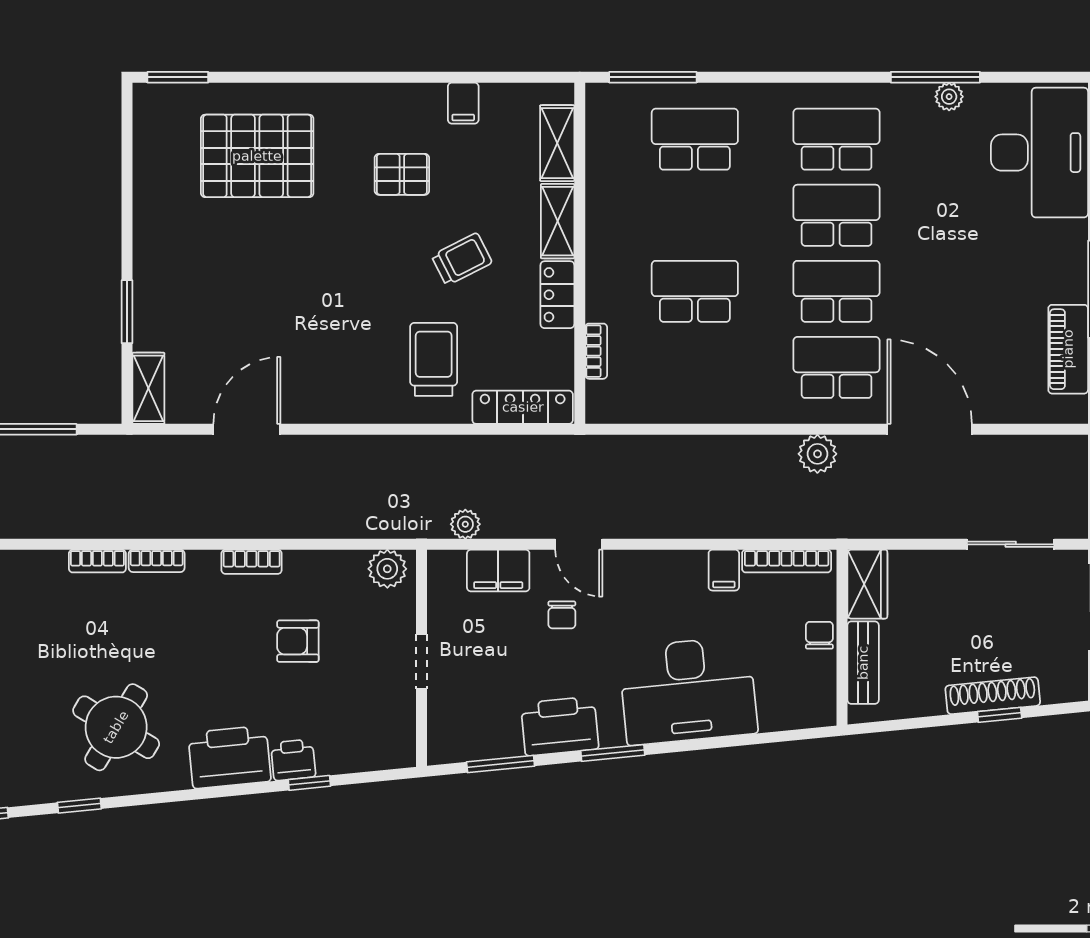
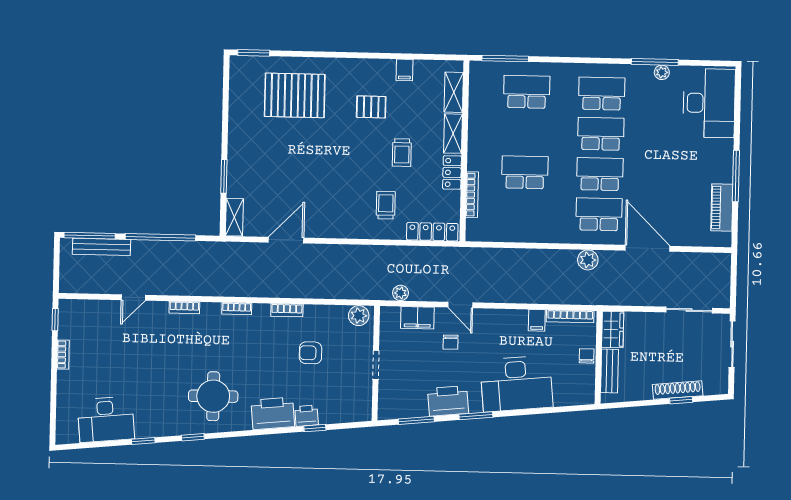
trolley: (462, 259) -> (402, 153), turned 117
bookcase: (596, 351) -> (472, 195), width x1.56
trolley: (434, 359) -> (386, 205), width x0.73, depth x0.72
bookcase: (97, 561) -> (184, 308), moved
round table: (116, 727) -> (213, 396), turned -31

